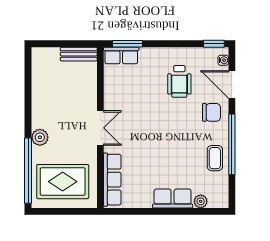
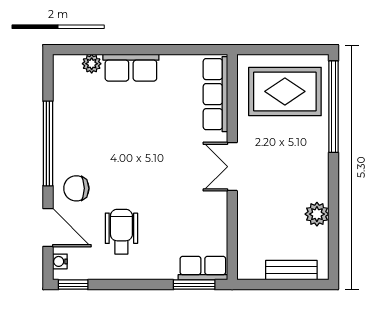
bench: (79, 54) -> (291, 270), moved
plant: (40, 137) -> (317, 214), moved
coffee table: (215, 158) -> (72, 124), removed

